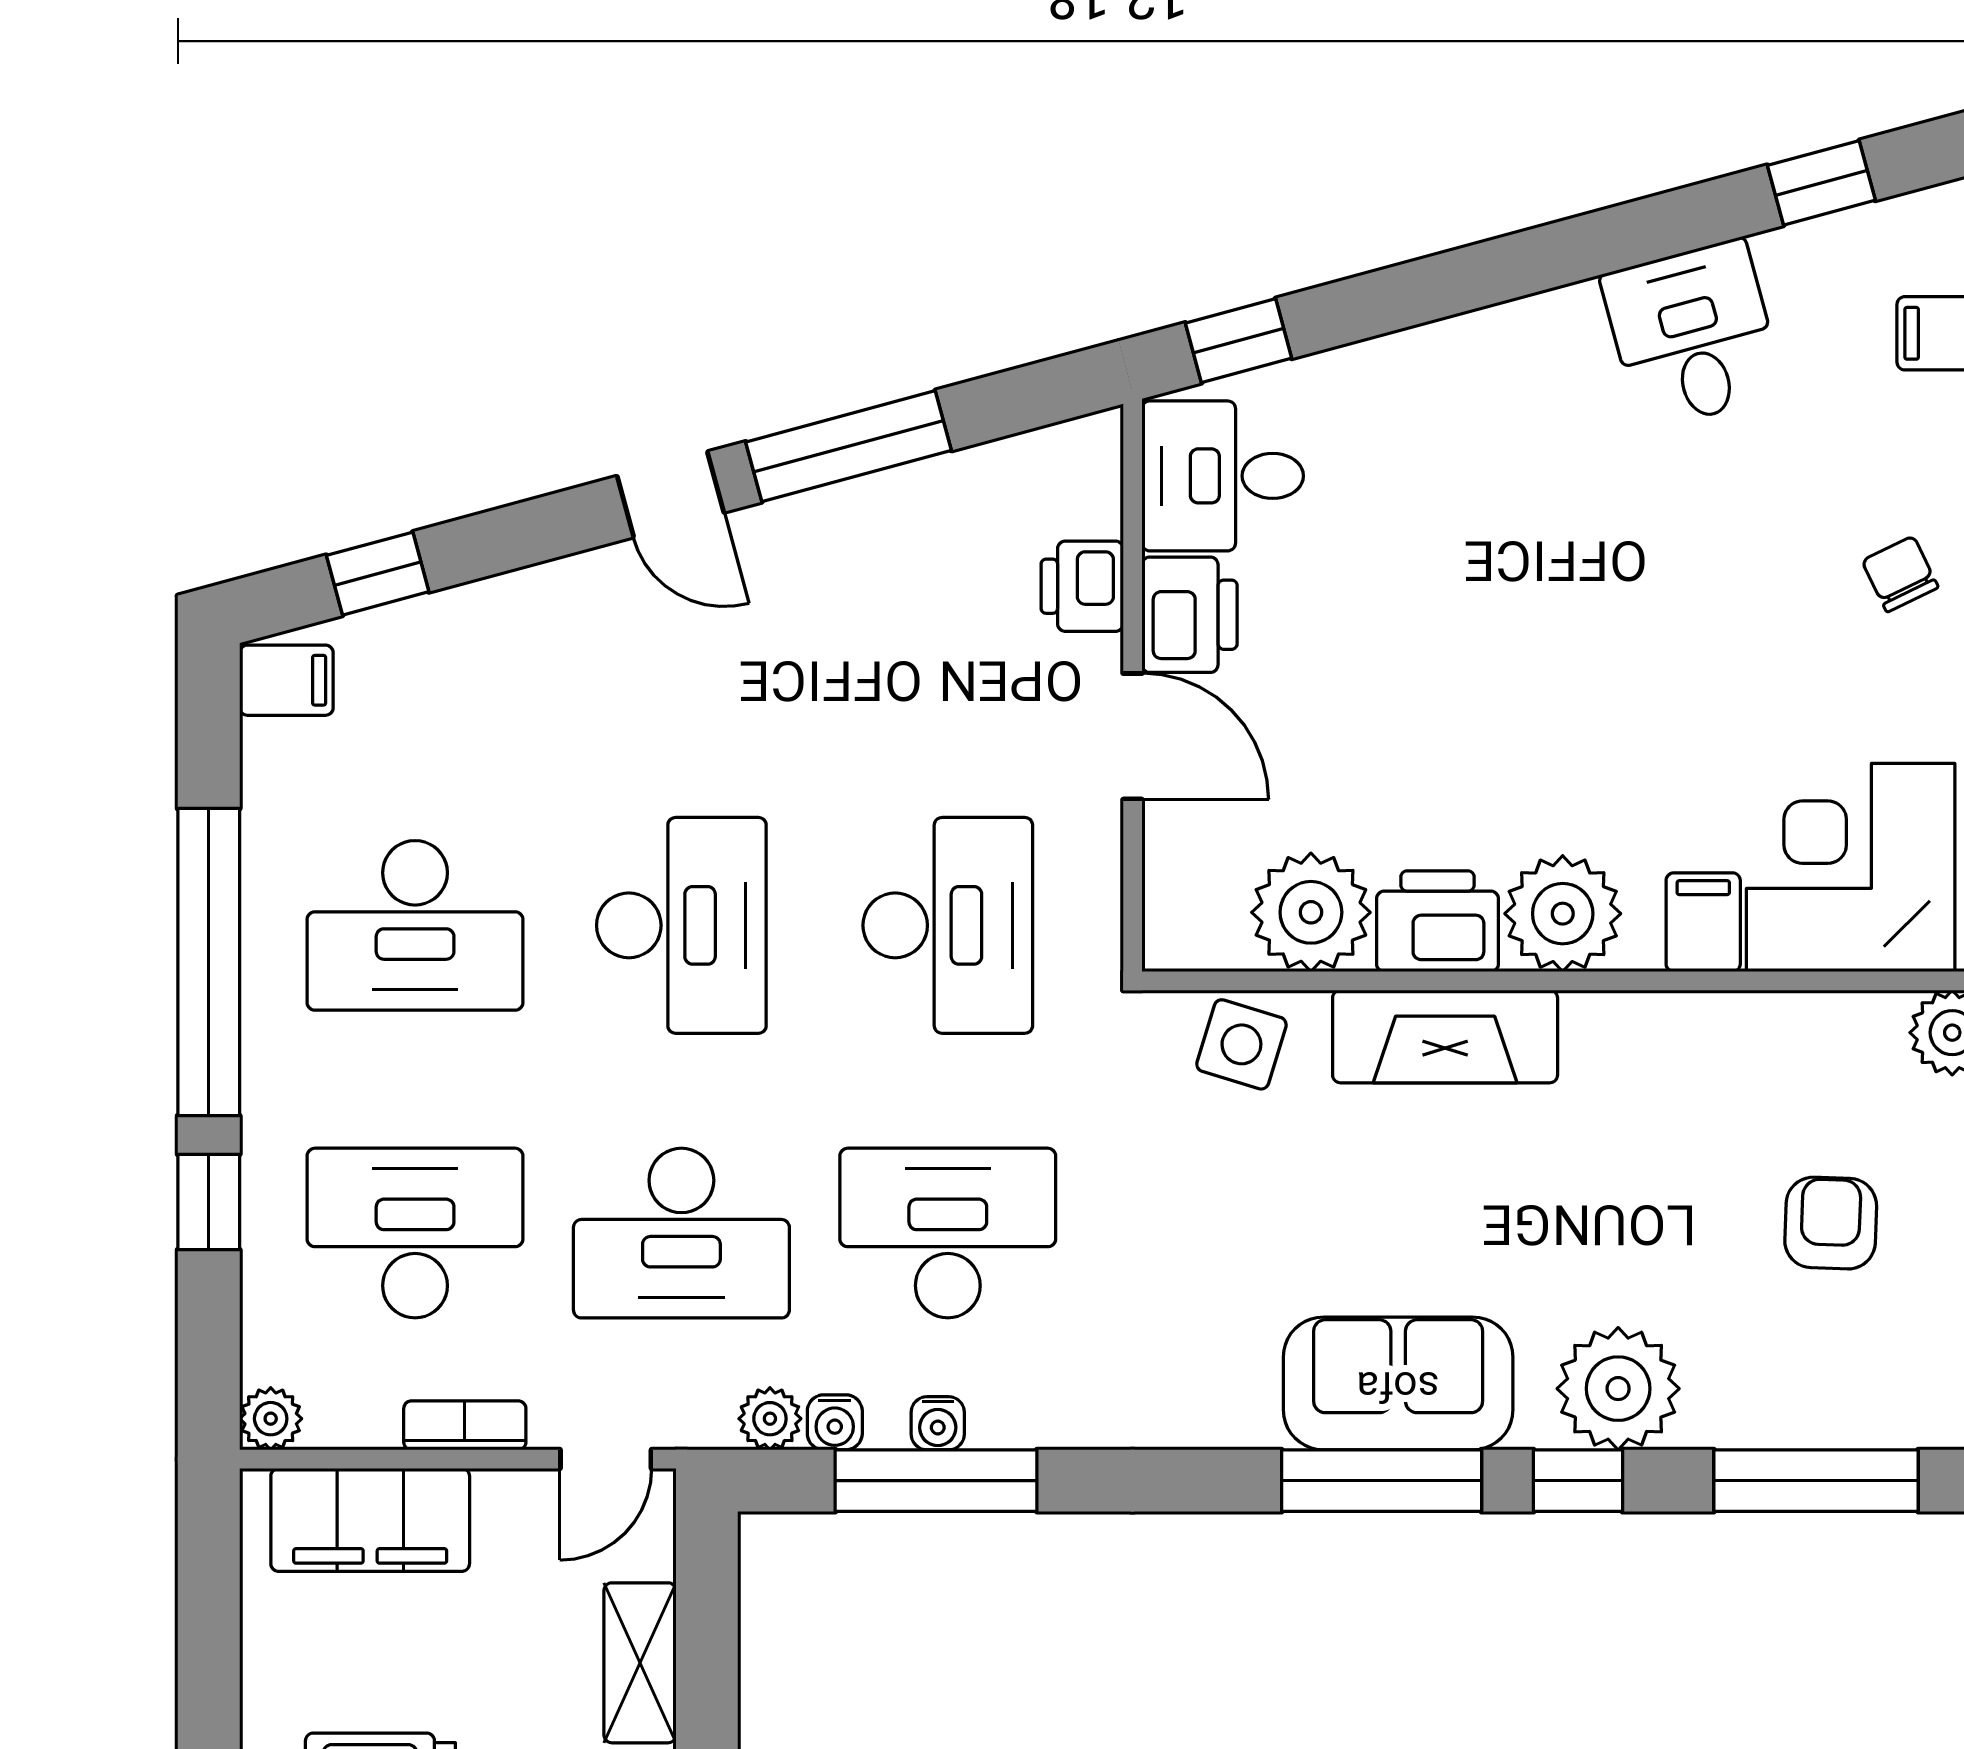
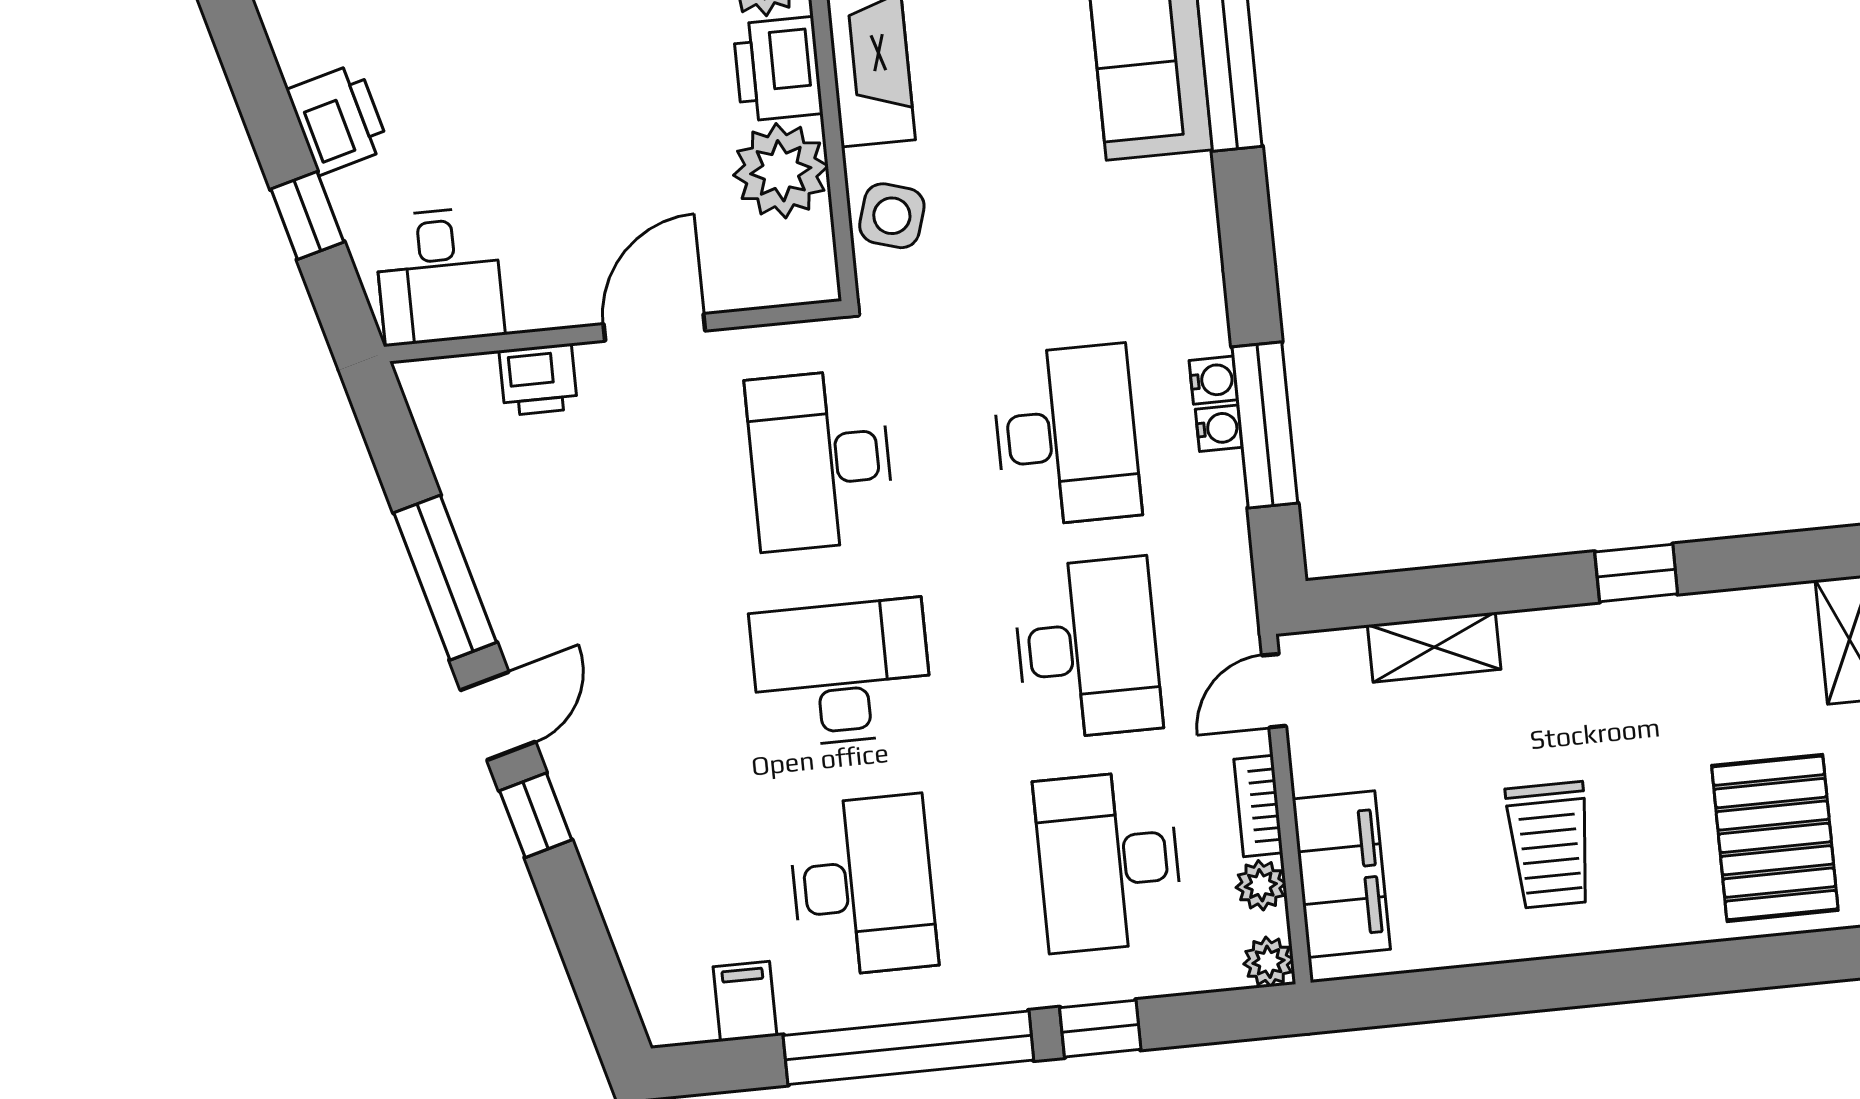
window: (1238, 341) -> (307, 215), moved
window: (378, 574) -> (536, 815), moved
printer: (1189, 615) -> (338, 119), moved, turned 75
filing cabinet: (286, 680) -> (745, 1001), moved
desk: (948, 925) -> (820, 460), turned -90
desk: (948, 1233) -> (1066, 435), turned 180
plant: (770, 1419) -> (1261, 885), moved
water cooler: (835, 1422) -> (1213, 380), moved
door: (606, 1459) -> (1274, 691), swing flipped

